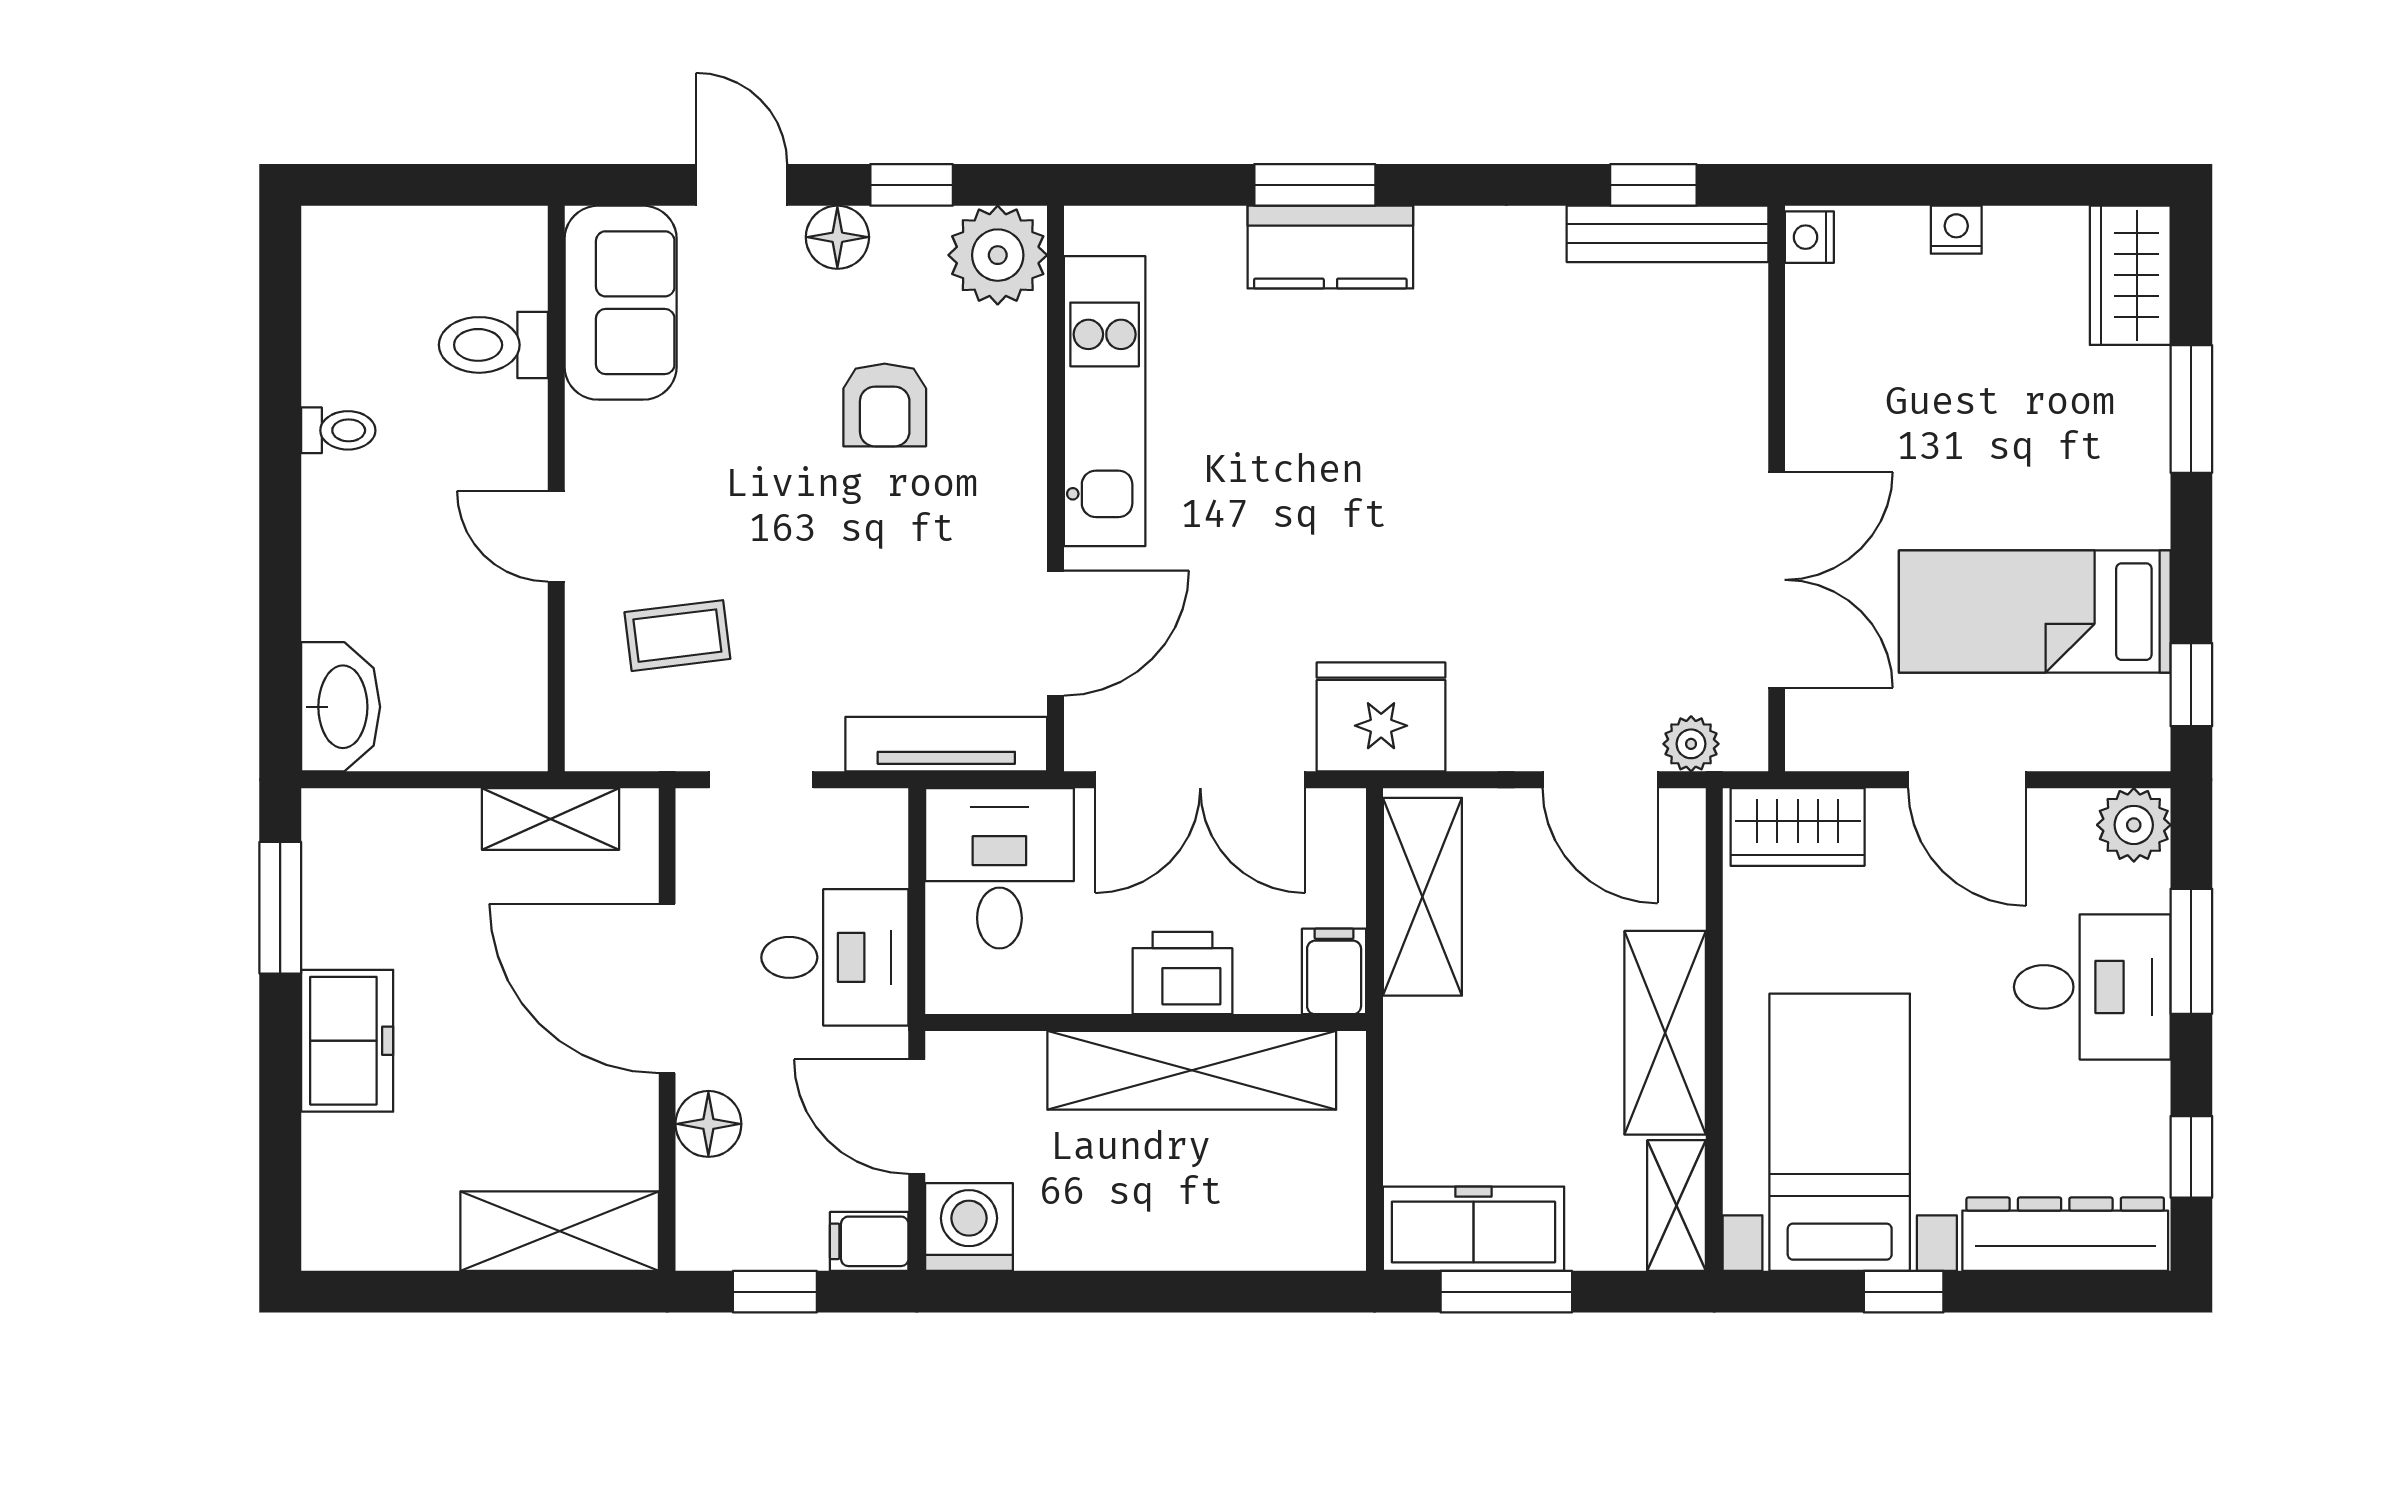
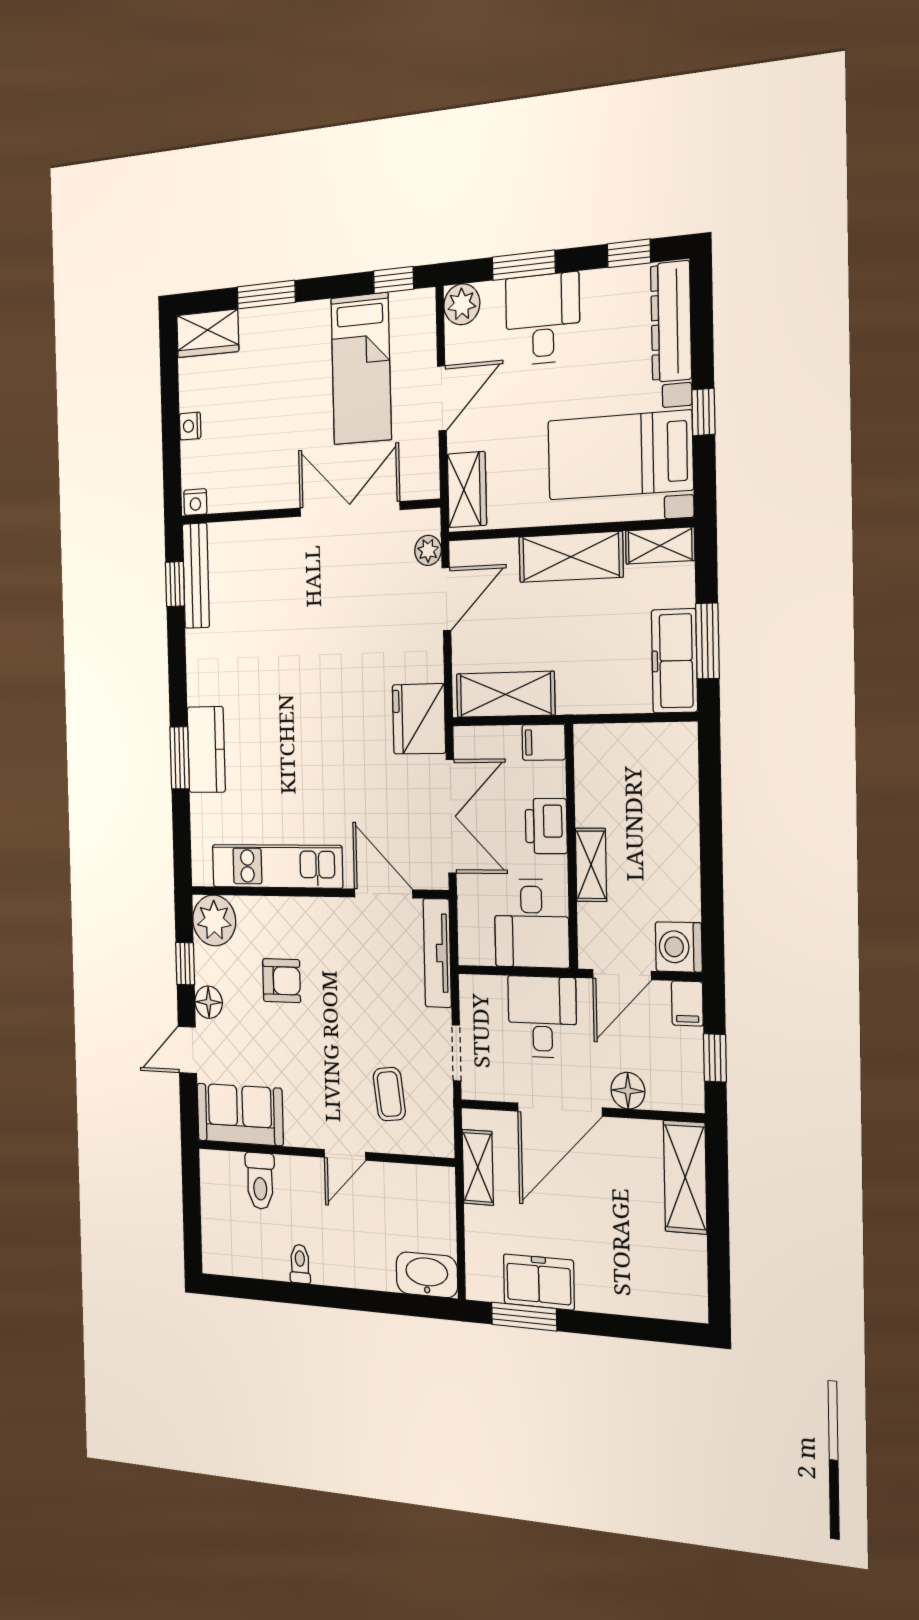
desk: (999, 868) -> (532, 923), moved, turned -90
freezer: (347, 1041) -> (539, 1282), moved
shelving: (1192, 1070) -> (591, 865), width x0.45, depth x0.75

